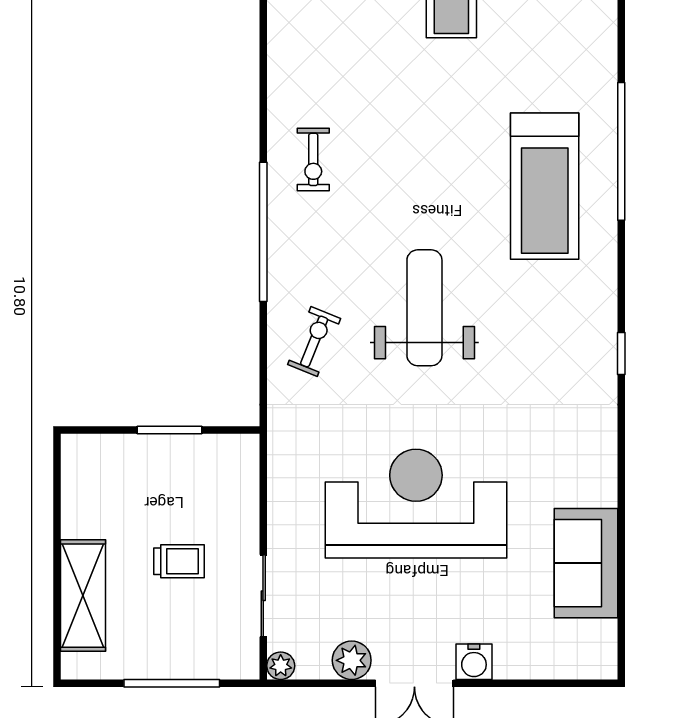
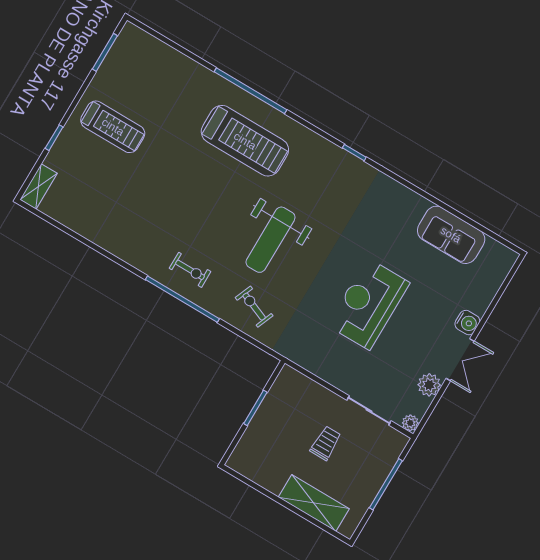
exercise bike: (313, 159) -> (190, 270), moved
weight bench: (424, 308) -> (271, 240), turned -90
reception desk: (416, 504) -> (368, 304), width x0.74, depth x0.77

